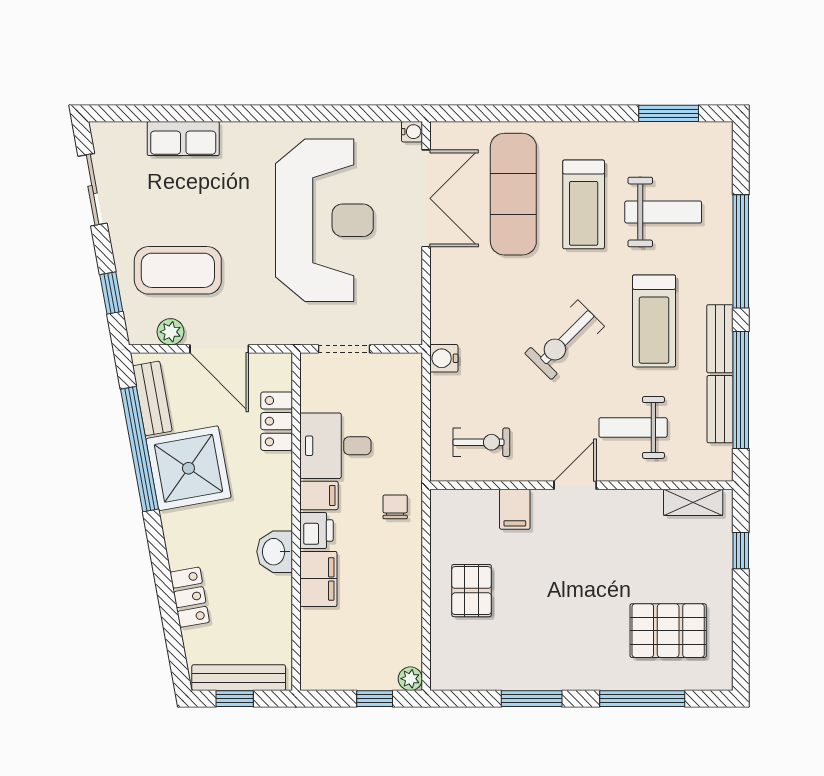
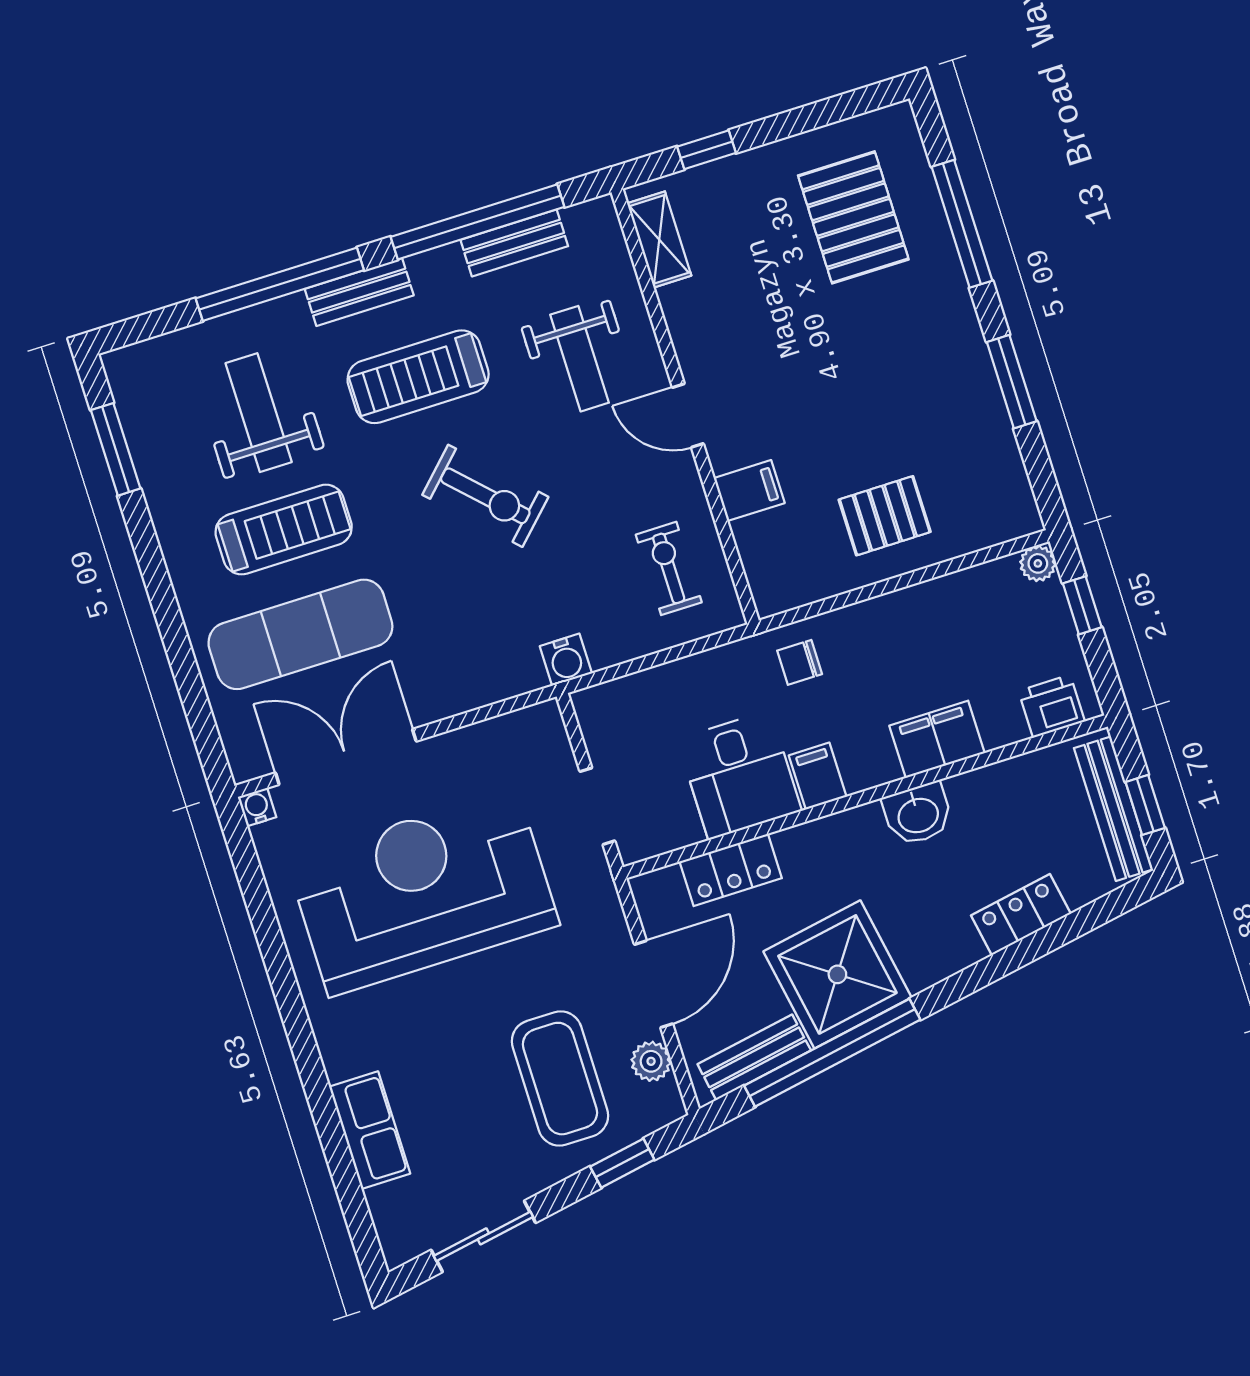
treadmill: (654, 321) -> (418, 377), turned 180
bench: (720, 339) -> (359, 292), moved
printer: (316, 531) -> (1052, 706), moved

